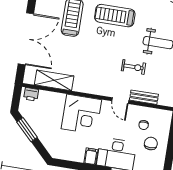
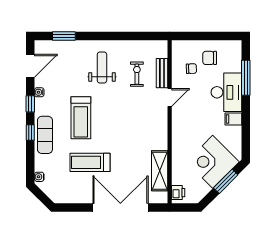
exercise bike: (133, 67) -> (137, 74), moved
corner desk: (81, 114) -> (213, 162), moved, turned -135
window: (27, 130) -> (226, 181), moved

